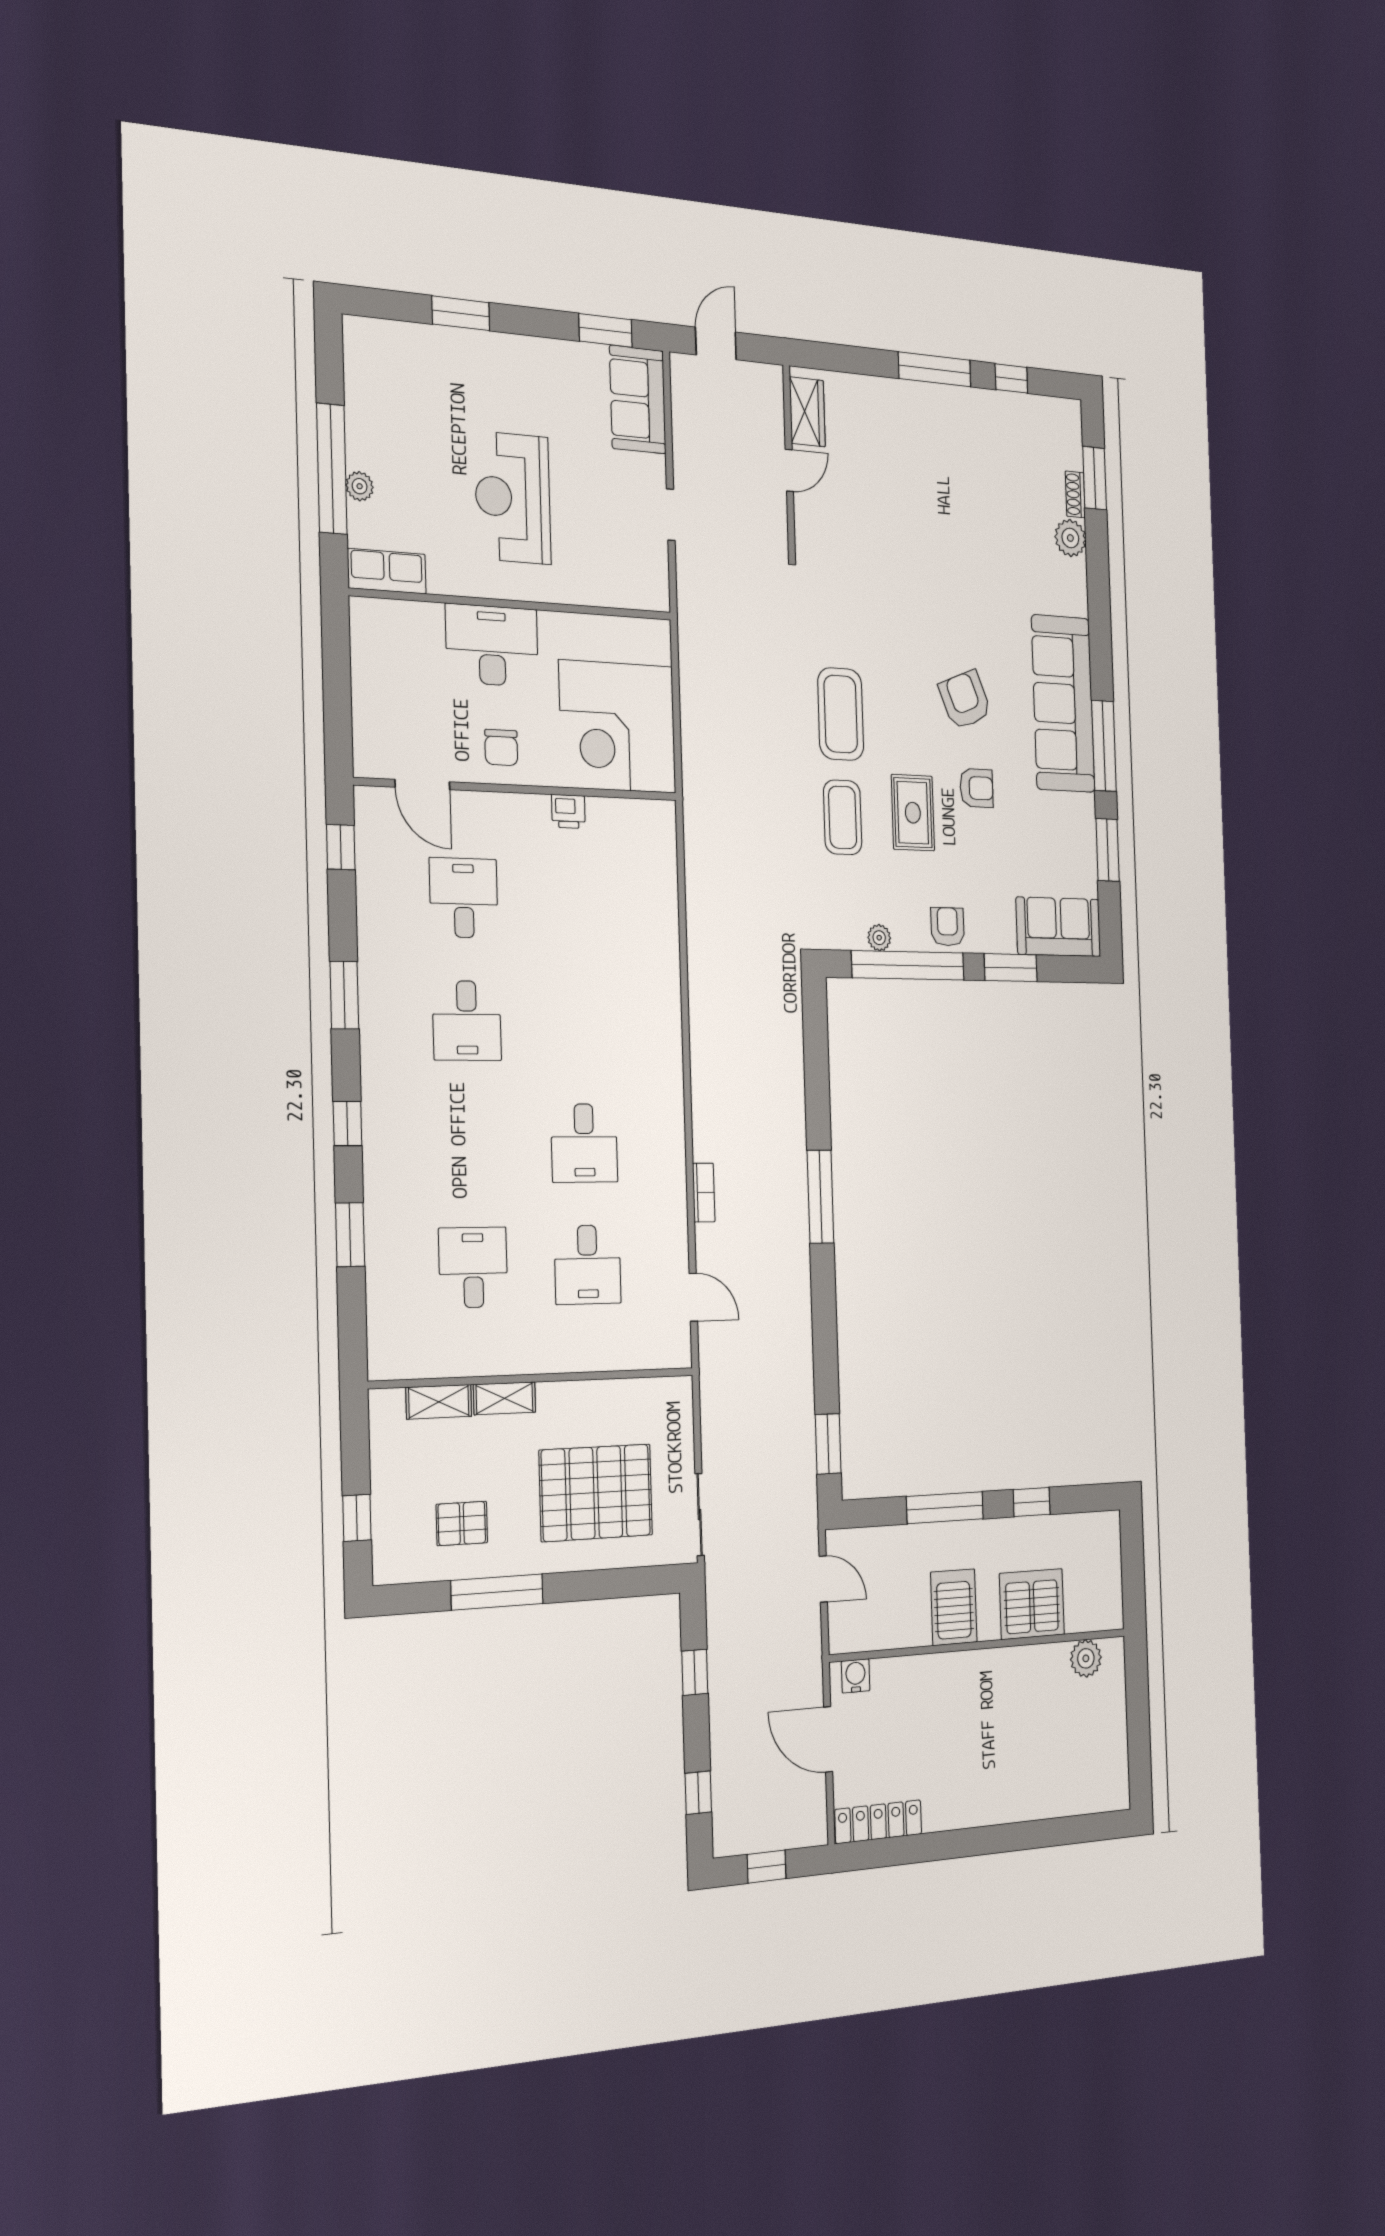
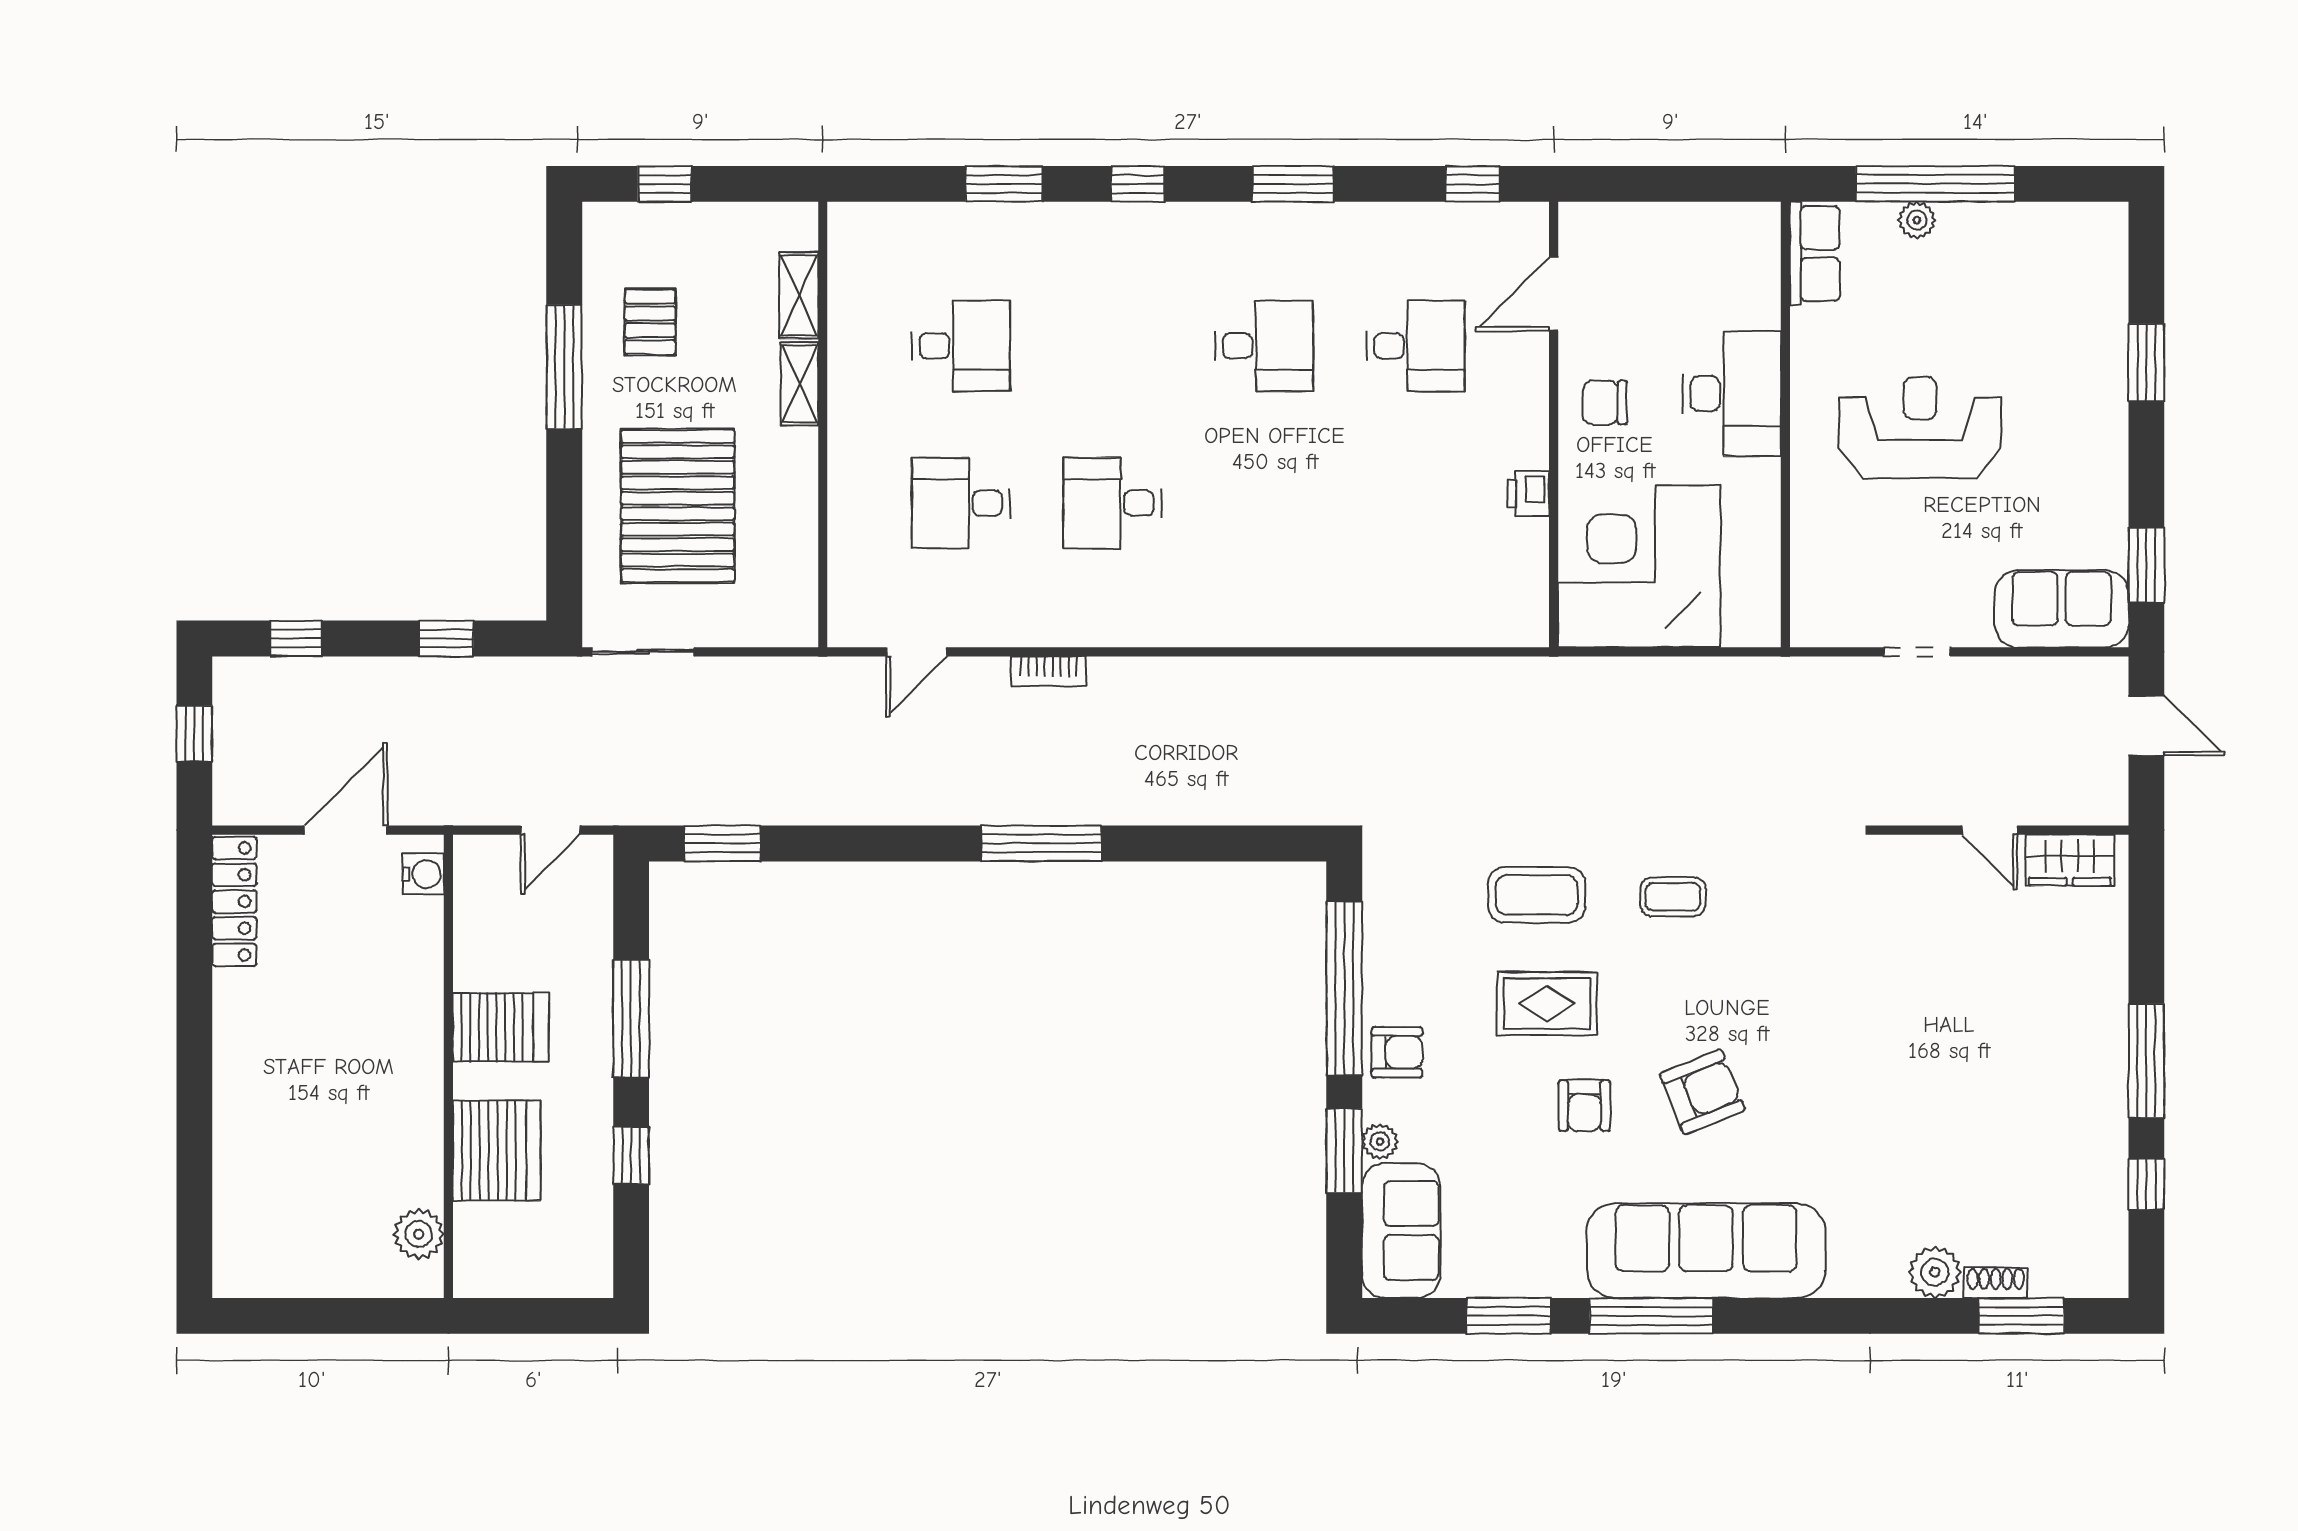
coffee table: (841, 714) -> (1673, 897), width x0.54, depth x0.58
plant: (879, 938) -> (1380, 1142), moved
desk: (467, 1021) -> (1264, 346), turned 180

